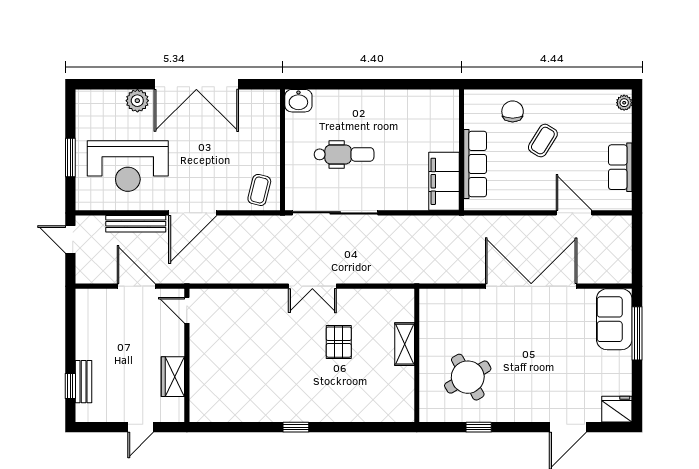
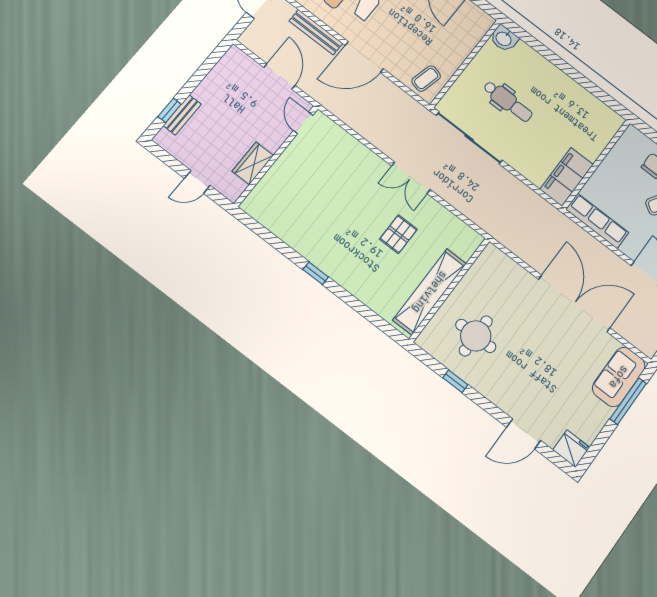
row of seats: (475, 164) -> (597, 221), moved, turned -90
shelving: (405, 344) -> (430, 292), width x2.20, depth x1.33
round table: (468, 377) -> (476, 336), turned 30

